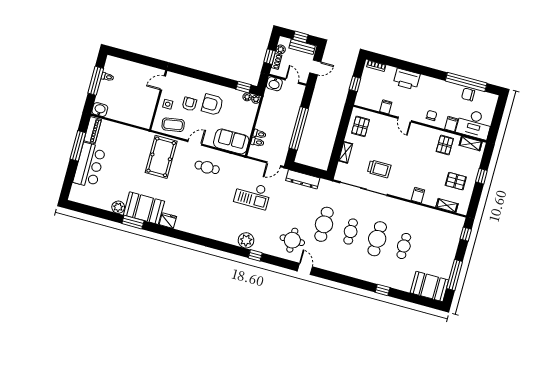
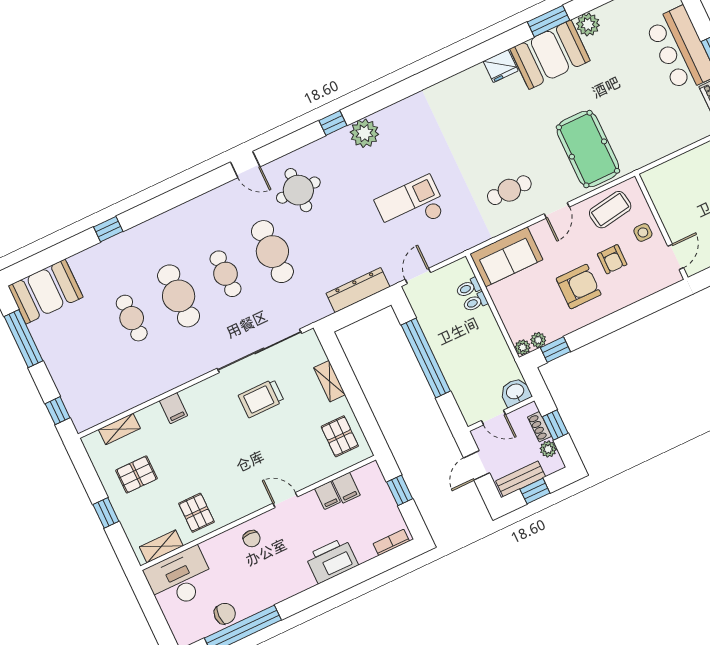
filing cabinet: (451, 124) -> (346, 488), moved

